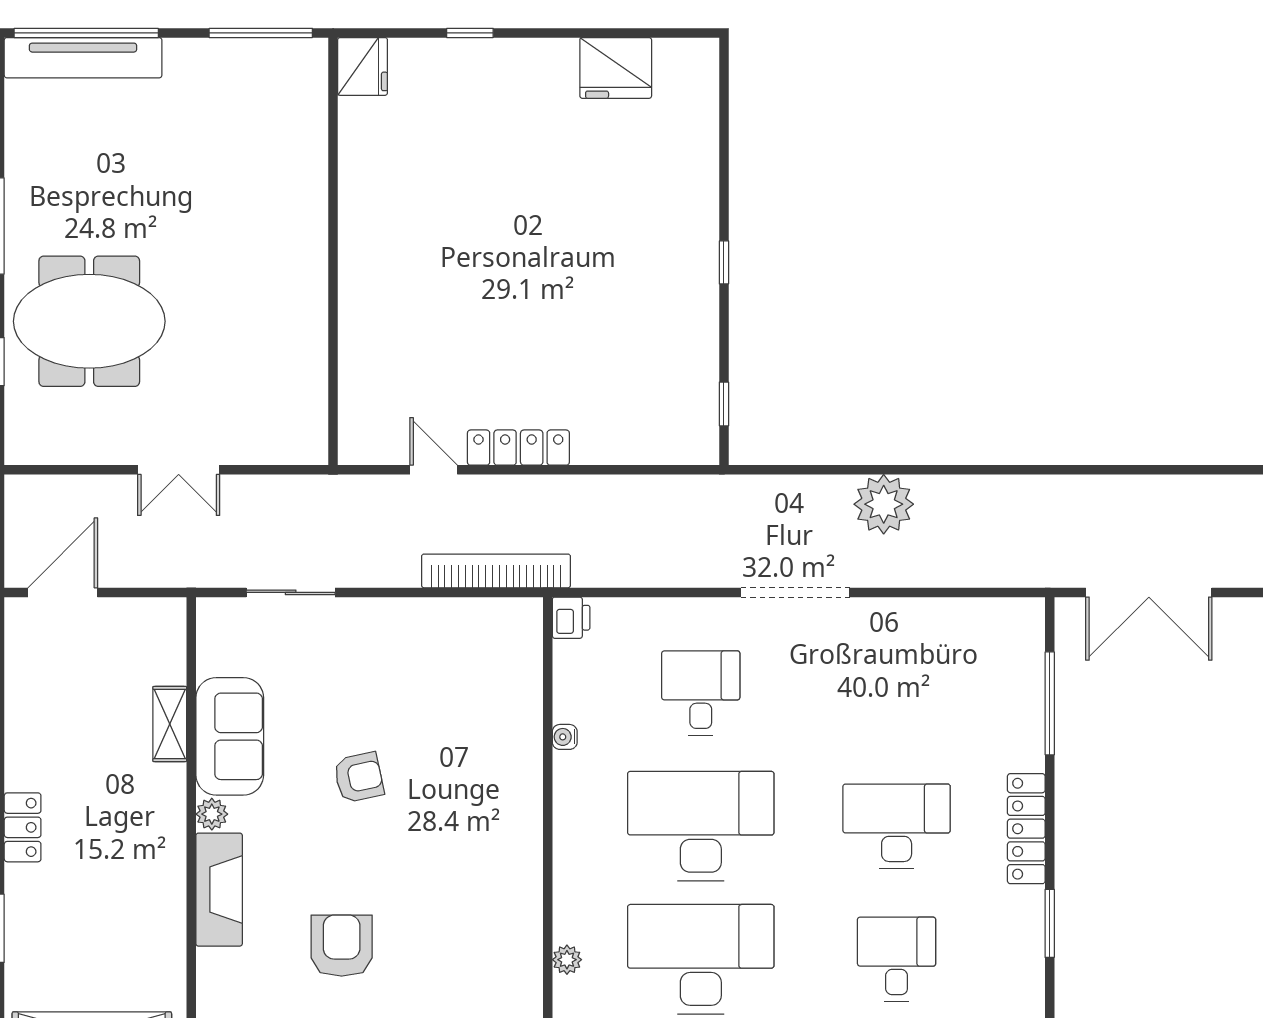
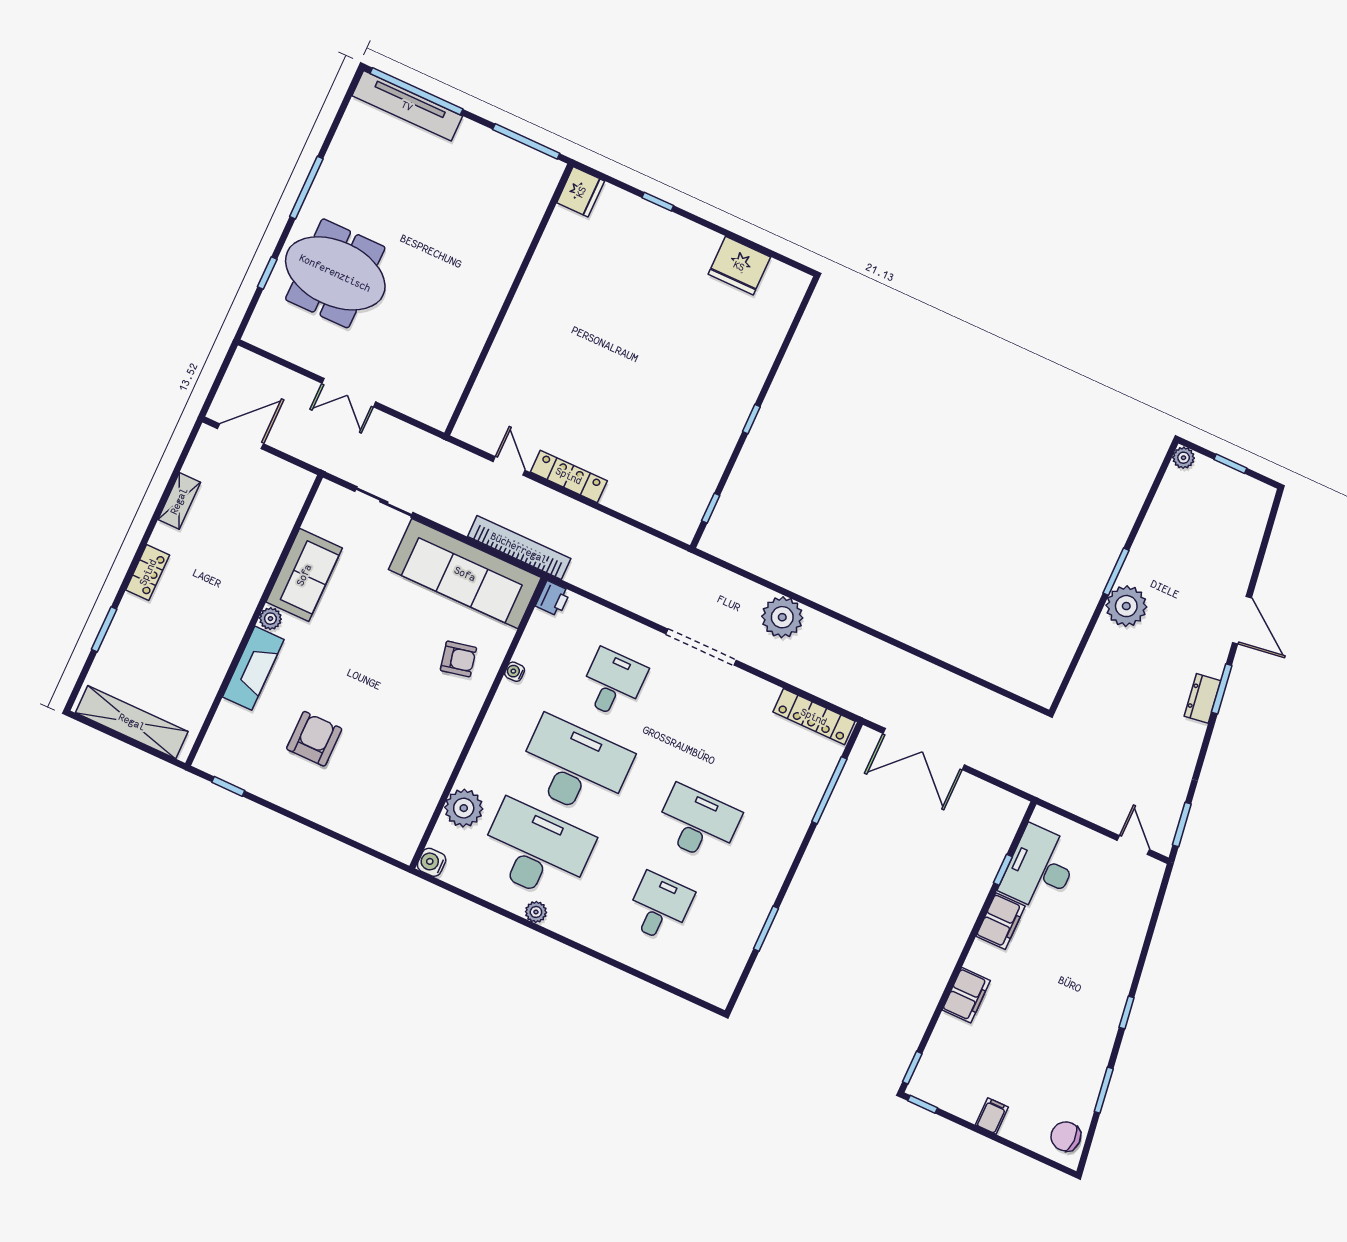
sofa: (440, 638) -> (465, 574), added
shelving: (170, 724) -> (179, 501), moved
armchair: (359, 777) -> (458, 659), moved
locker: (1026, 829) -> (814, 717), moved, turned -90
plant: (567, 960) -> (464, 808), width x1.88, depth x1.88

